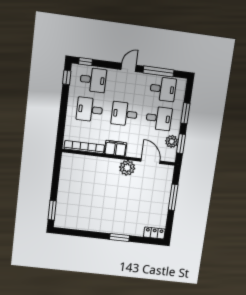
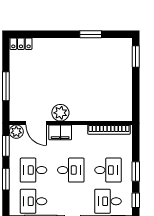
window: (64, 105) -> (136, 172), added
plant: (172, 141) -> (16, 132), moved
filing cabinet: (116, 148) -> (60, 132), moved
window: (120, 238) -> (91, 34), moved

